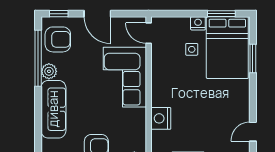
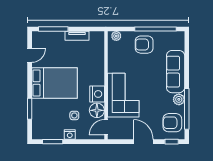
door: (149, 33) -> (106, 127), swing flipped
bed: (227, 48) -> (54, 83), moved, turned 90
floor lamp: (161, 56) -> (97, 110), added
nightstand: (161, 118) -> (97, 94), moved

